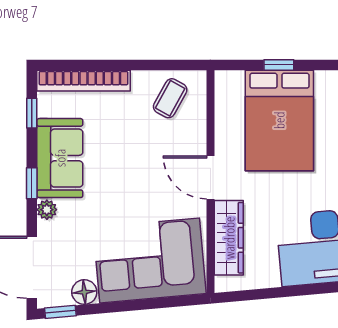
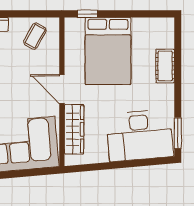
window: (279, 65) -> (87, 14), moved

